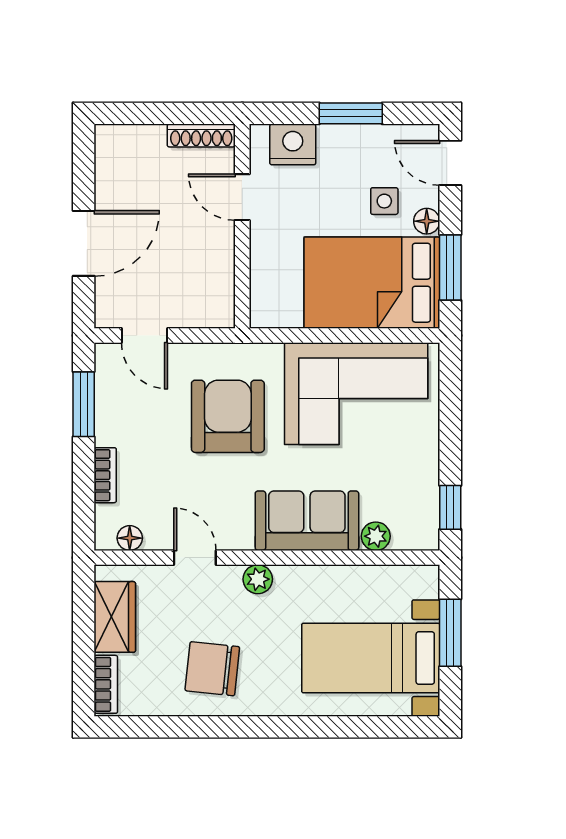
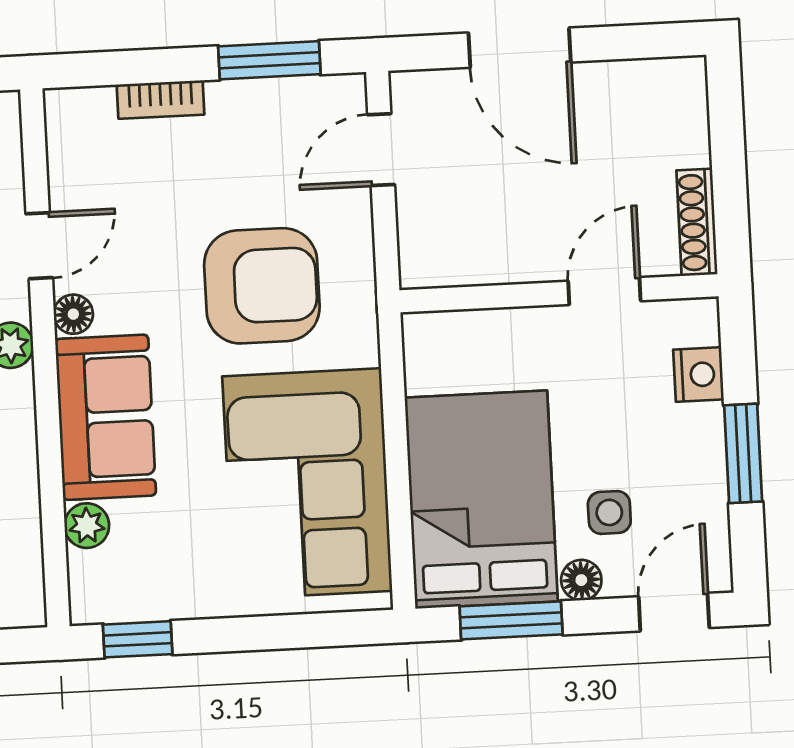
nightstand: (293, 144) -> (699, 374), width x0.74, depth x0.75
floor lamp: (130, 538) -> (73, 314), moved

